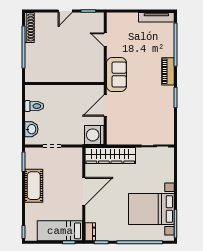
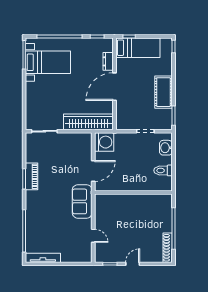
piano: (168, 71) -> (32, 176), moved
bed with nightstands: (151, 209) -> (48, 62), width x0.73
dresser: (90, 232) -> (108, 61), moved

